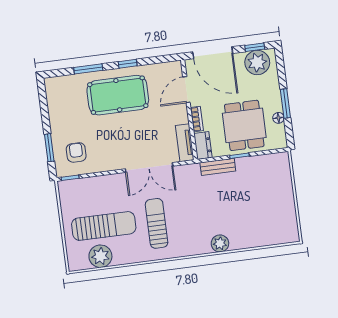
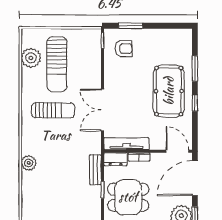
door: (186, 90) -> (177, 151), moved
tv unit: (185, 143) -> (126, 144), width x1.41

